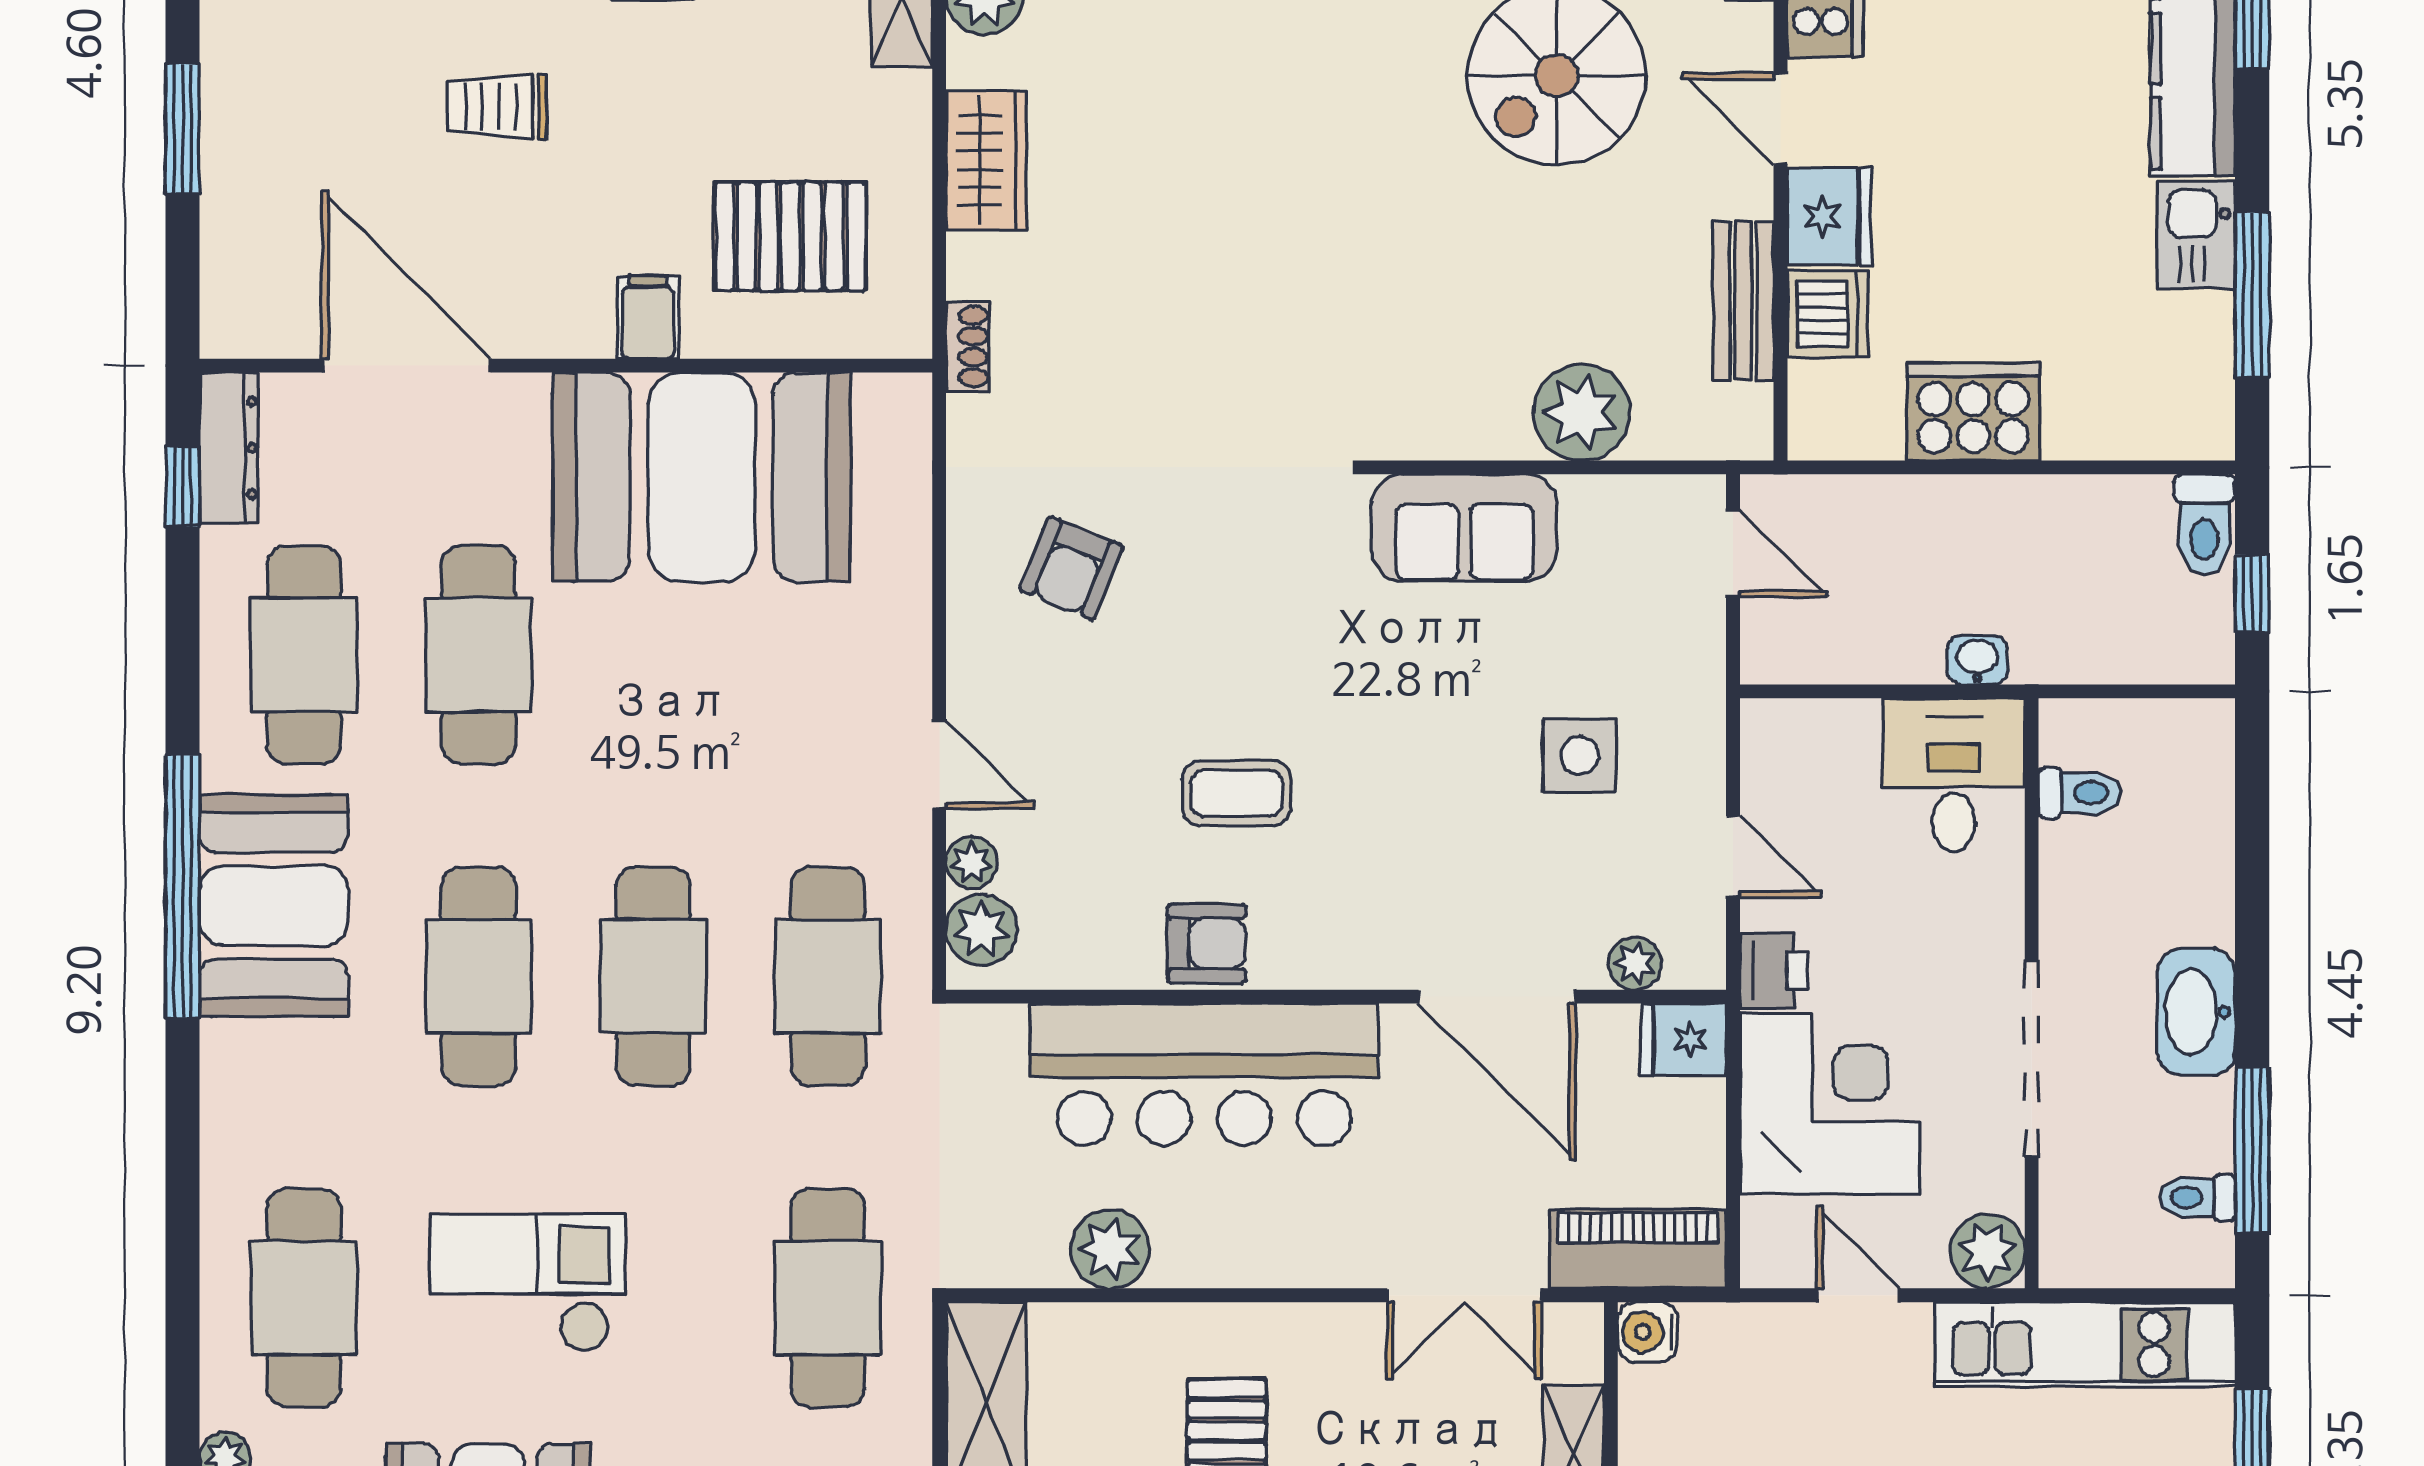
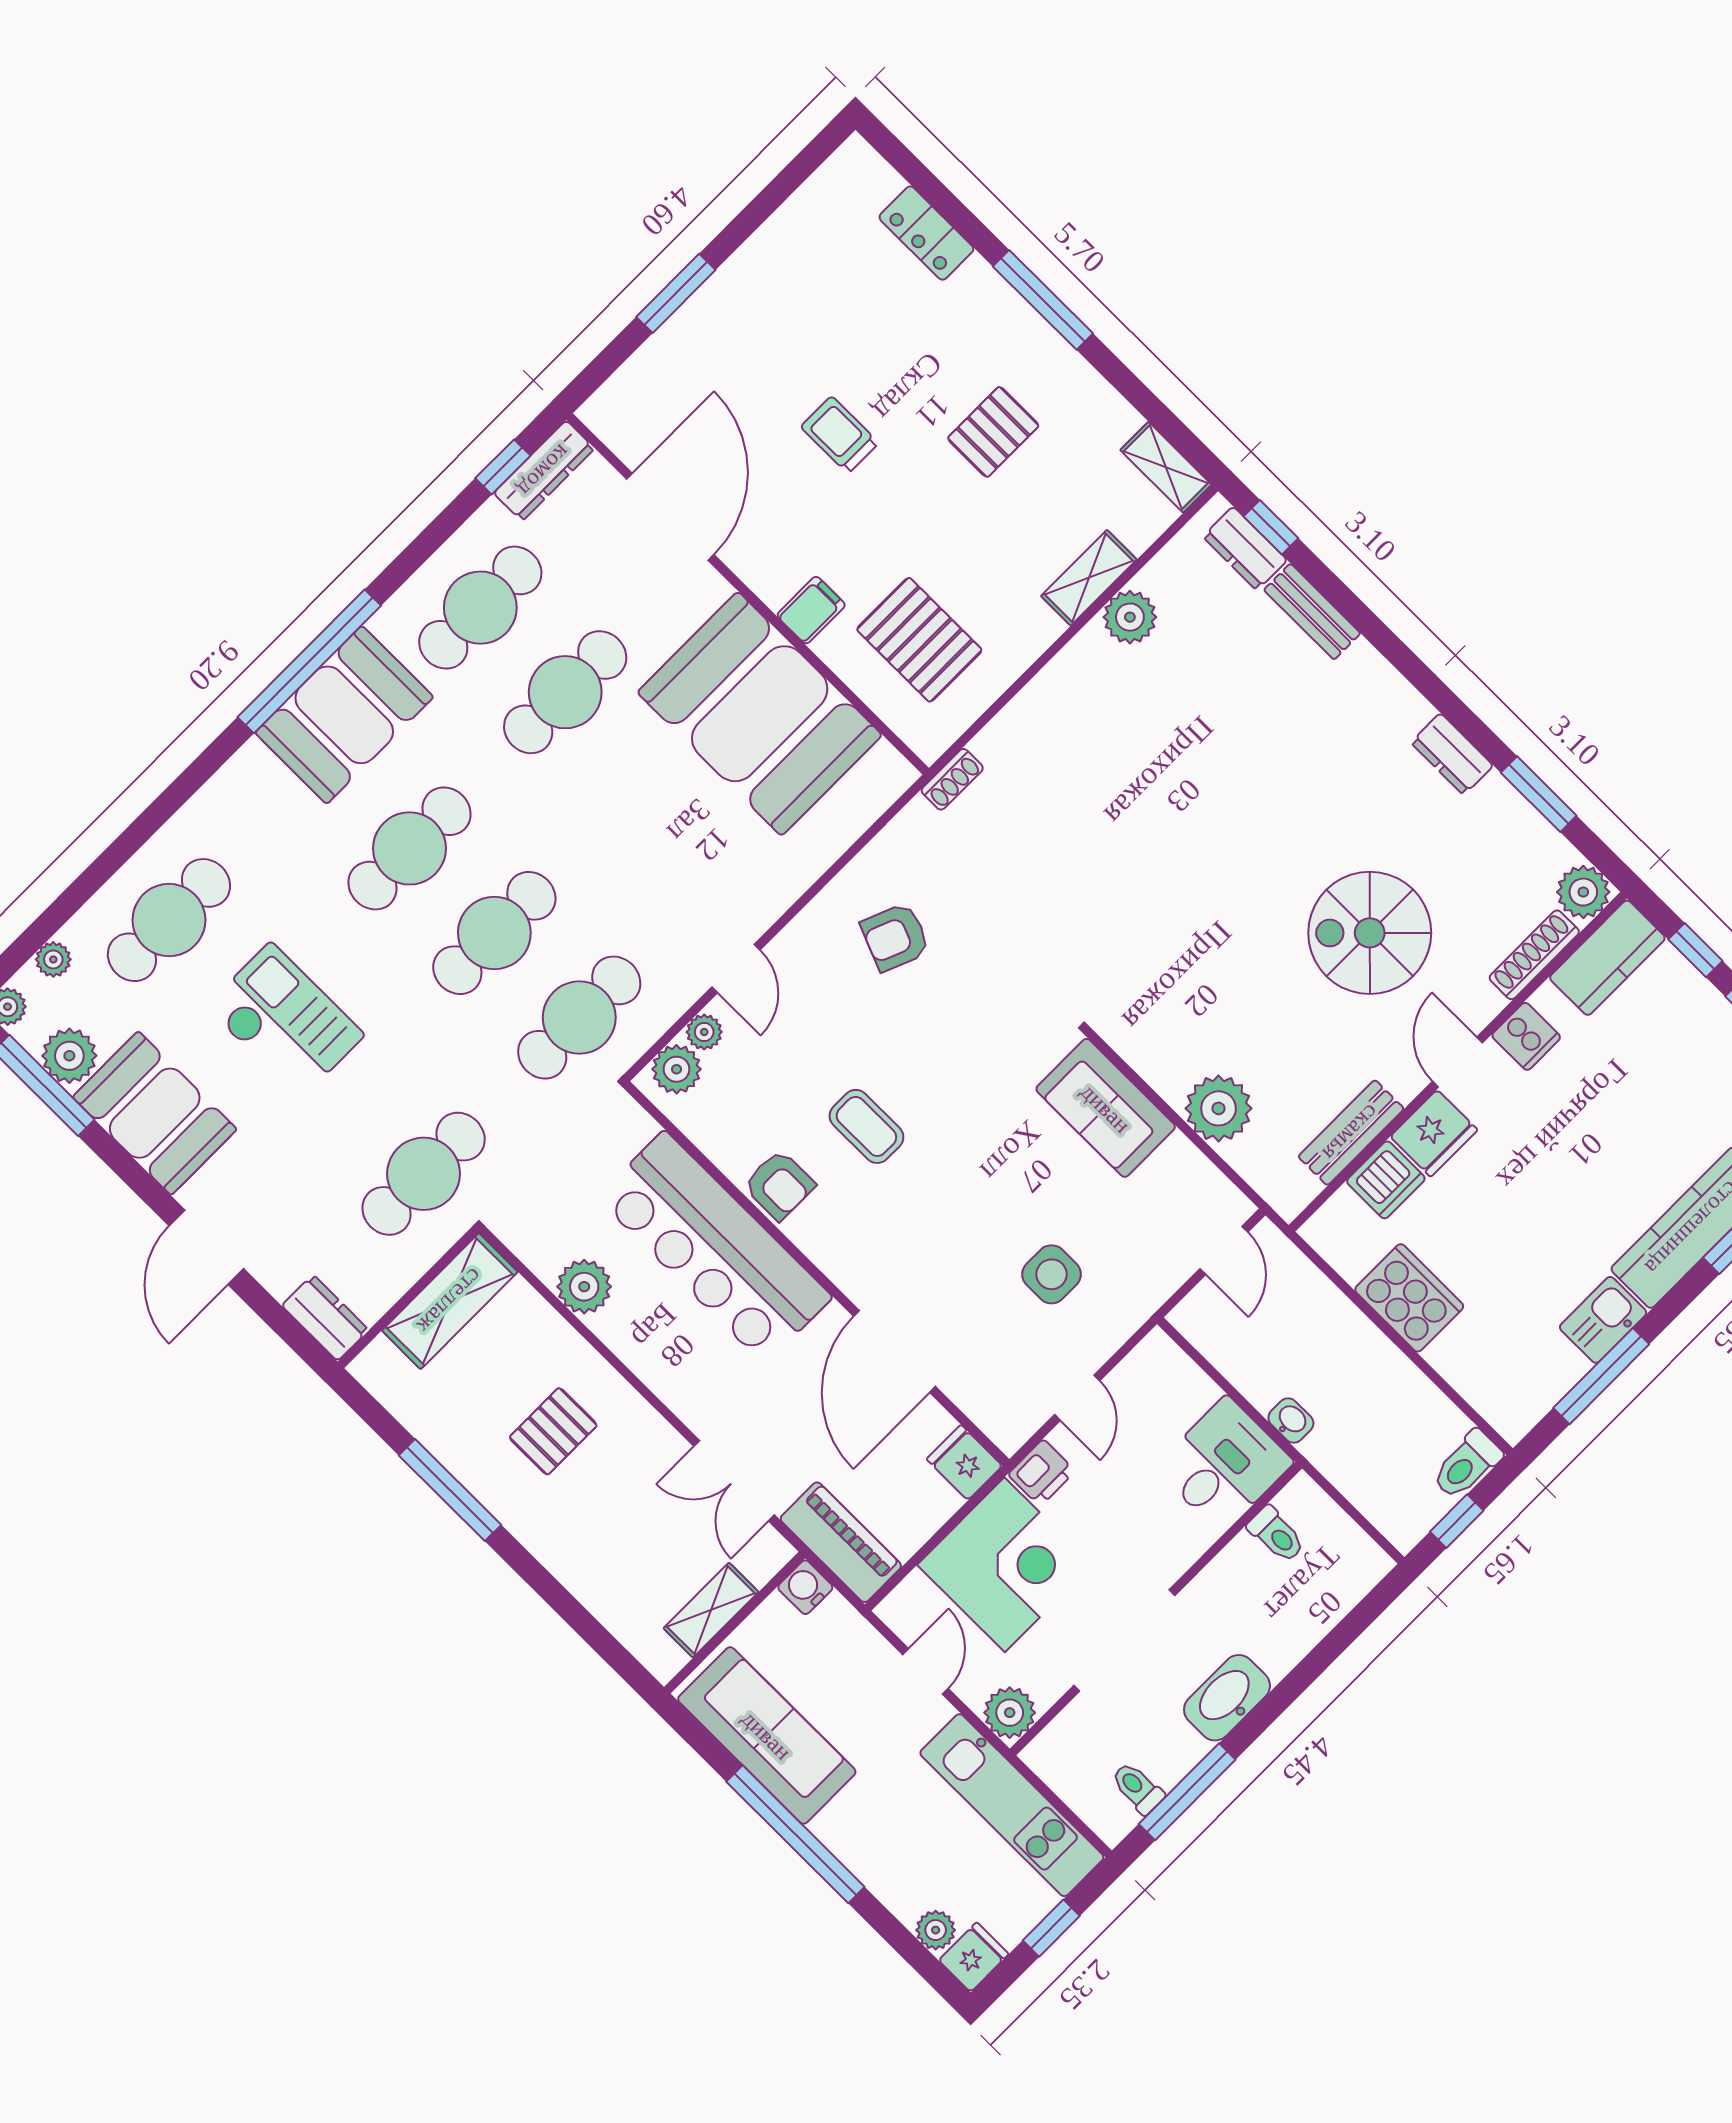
wardrobe: (986, 160) -> (1051, 698), removed
plant: (1635, 964) -> (978, 1402), removed

